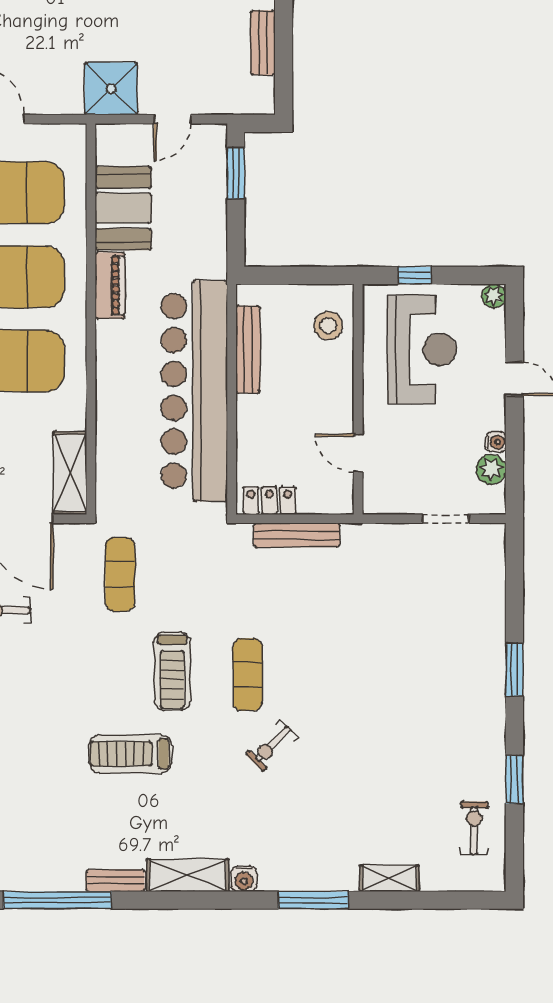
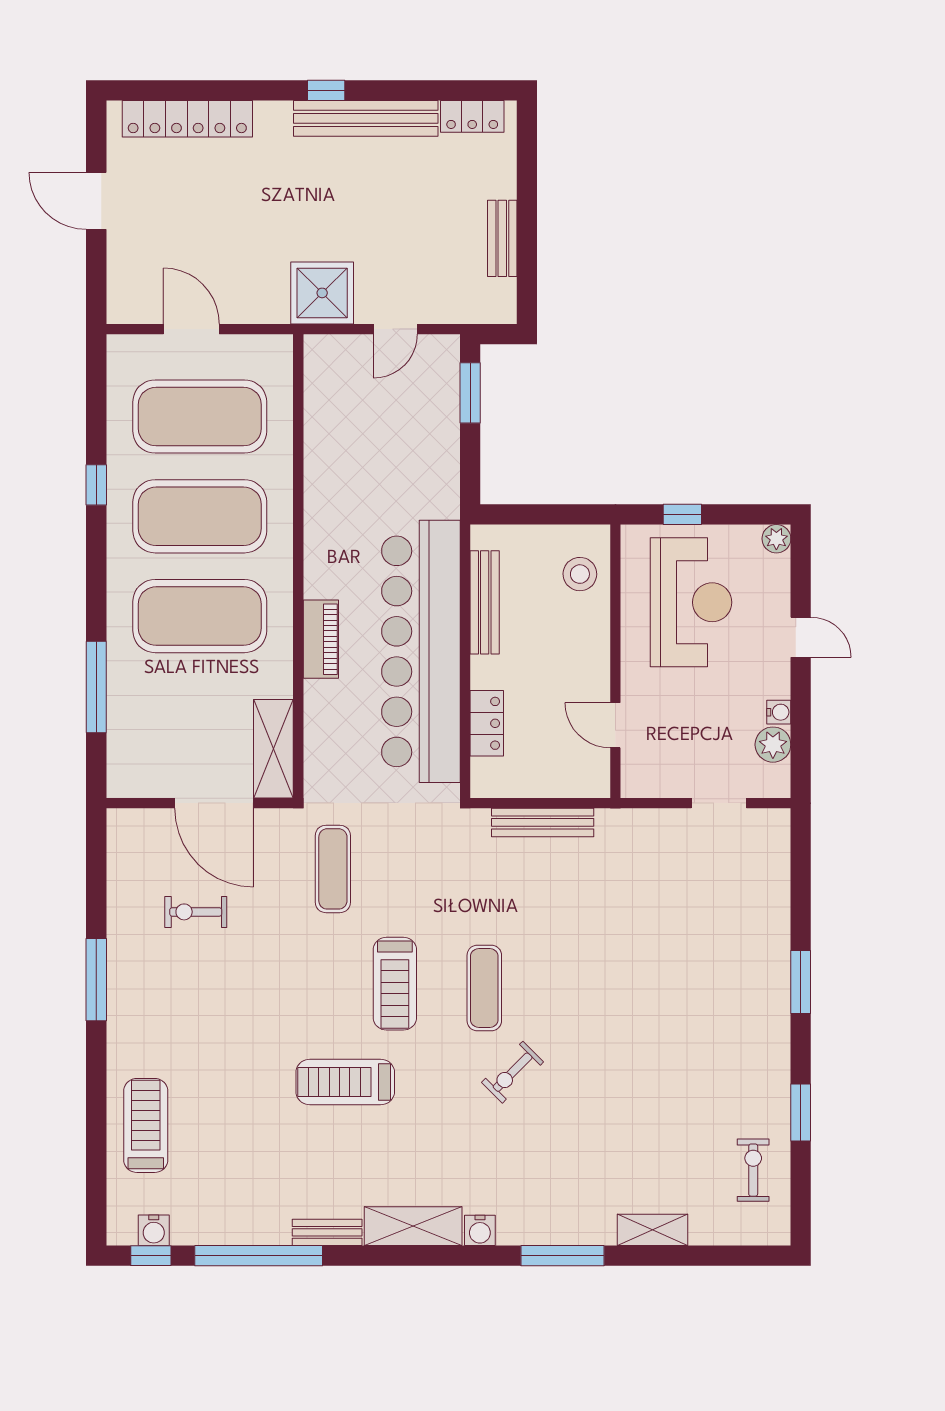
booth: (123, 208) -> (337, 435), removed
piano: (110, 285) -> (321, 639), moved
locker: (269, 501) -> (487, 723), moved, turned 90

